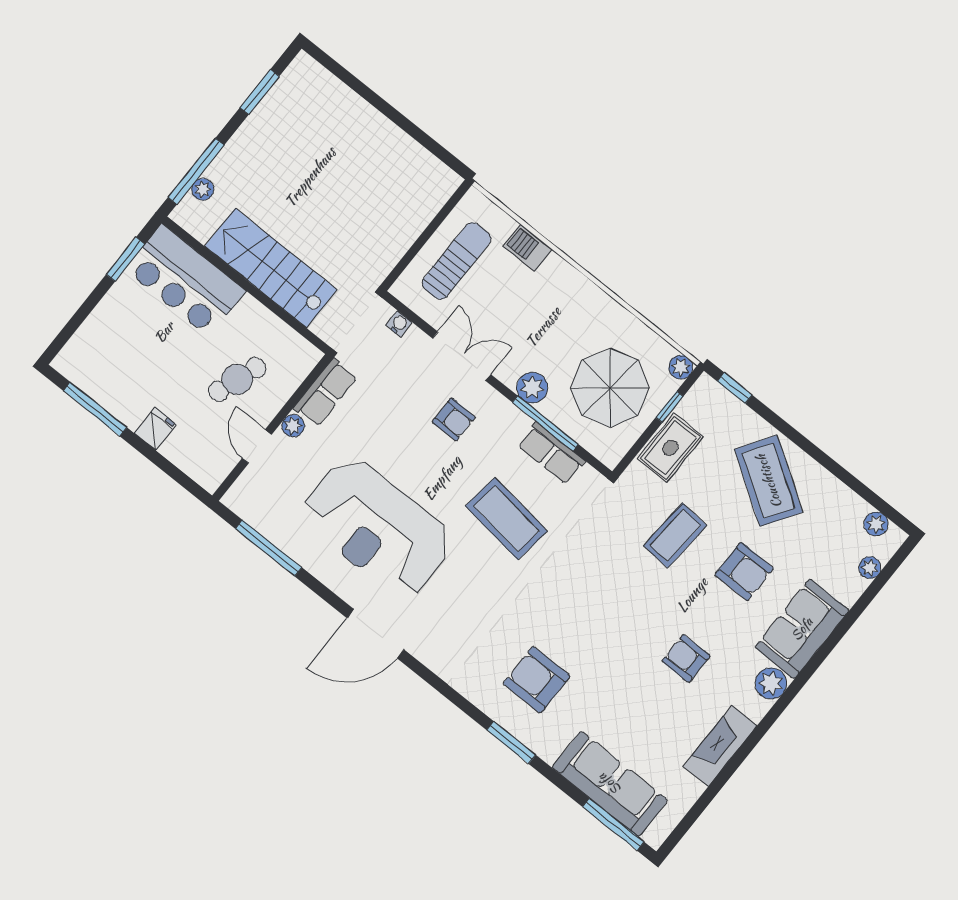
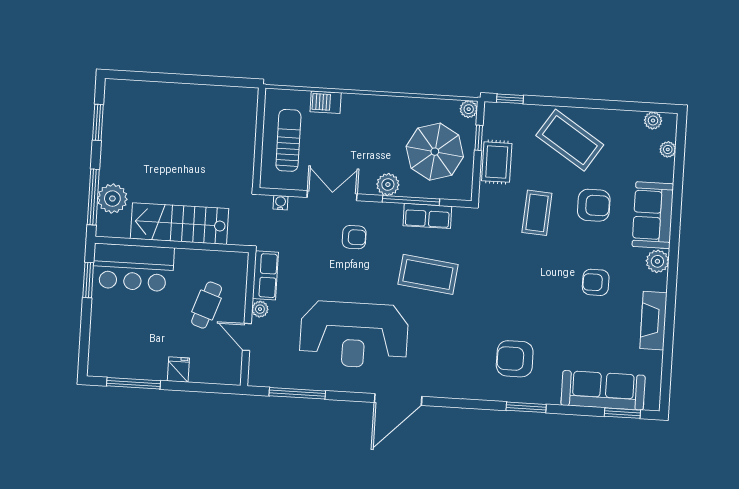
plant: (203, 189) -> (112, 199), width x1.88, depth x1.88
window: (613, 824) -> (622, 413), width x0.69

